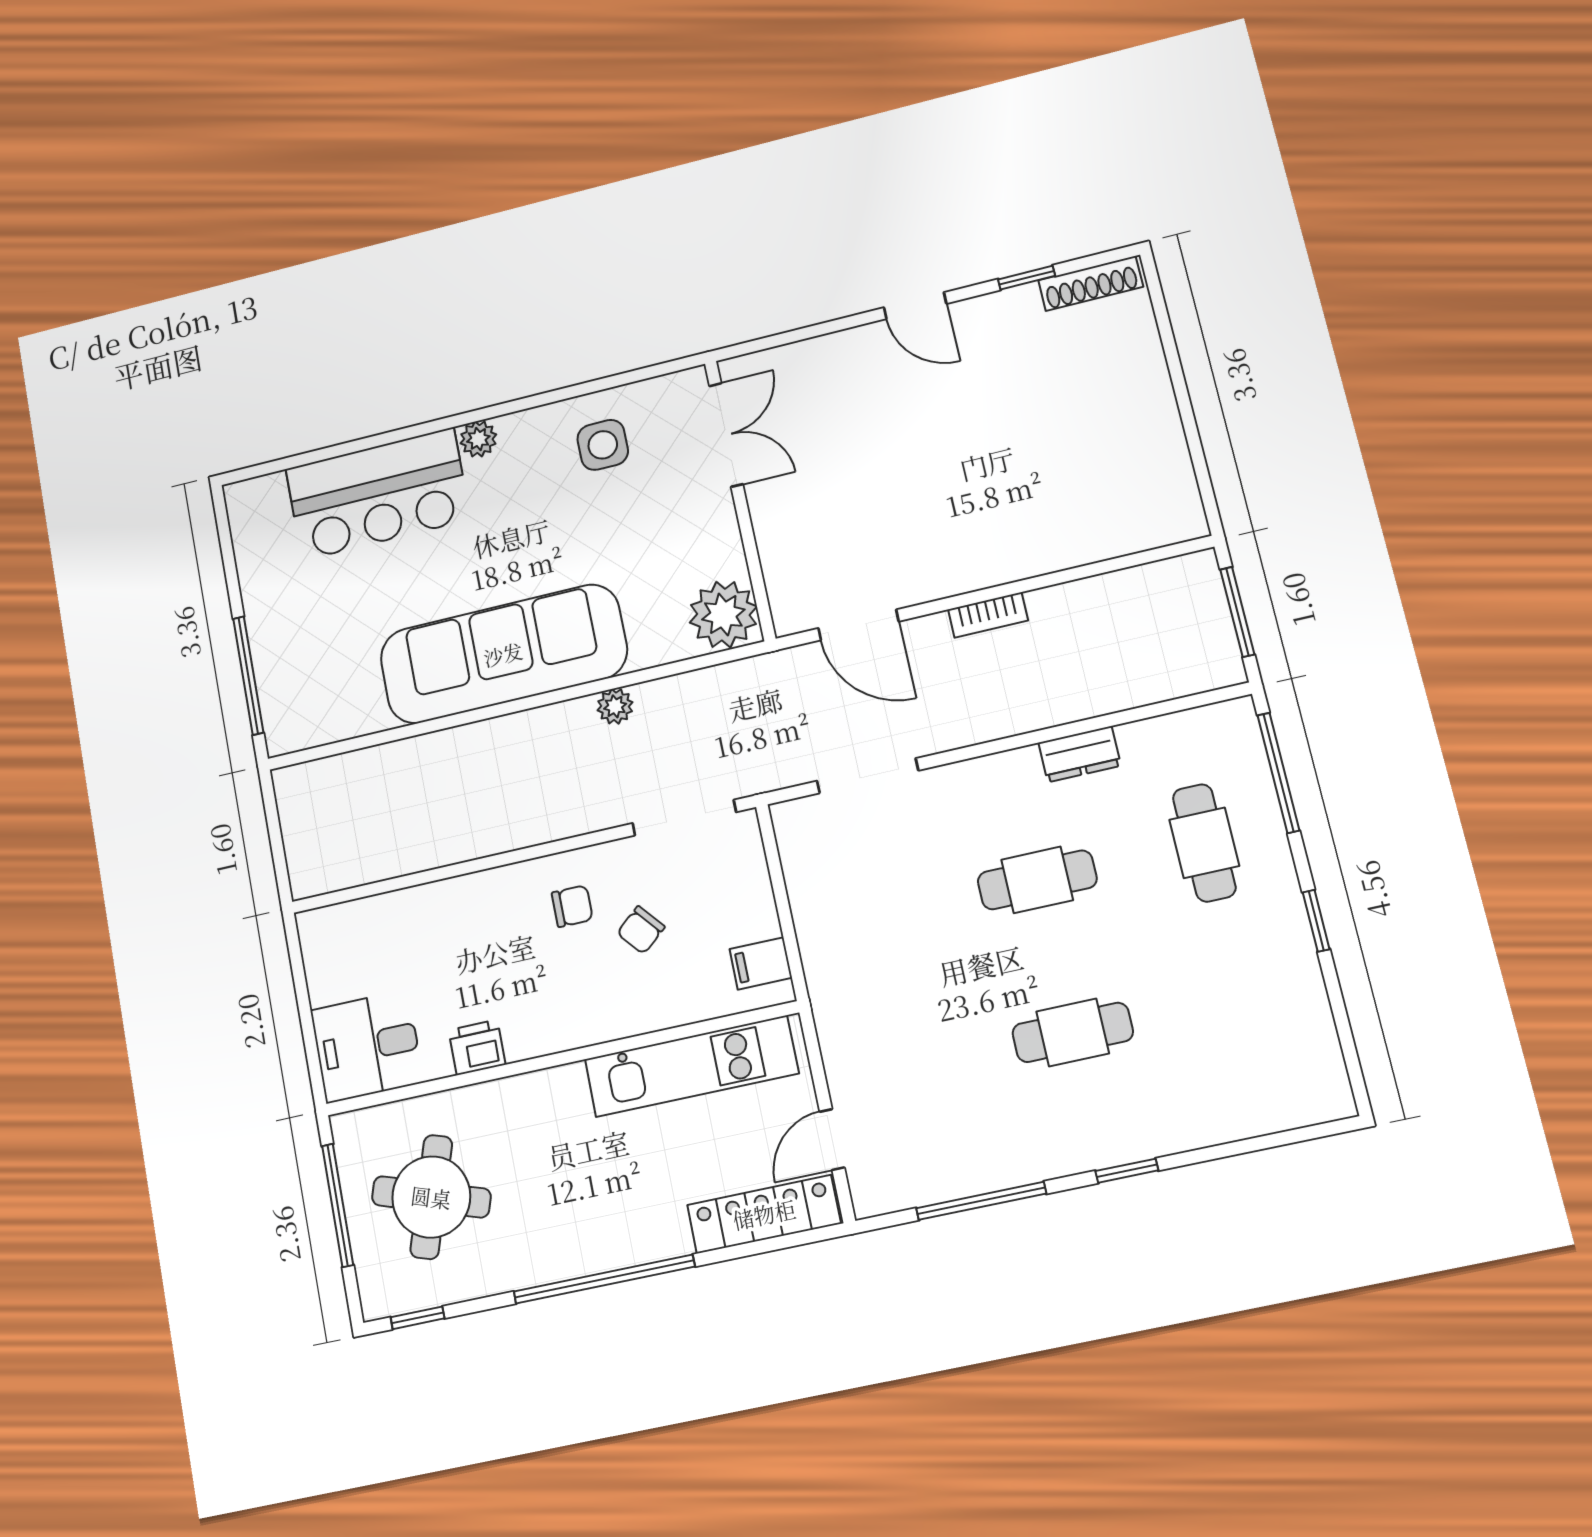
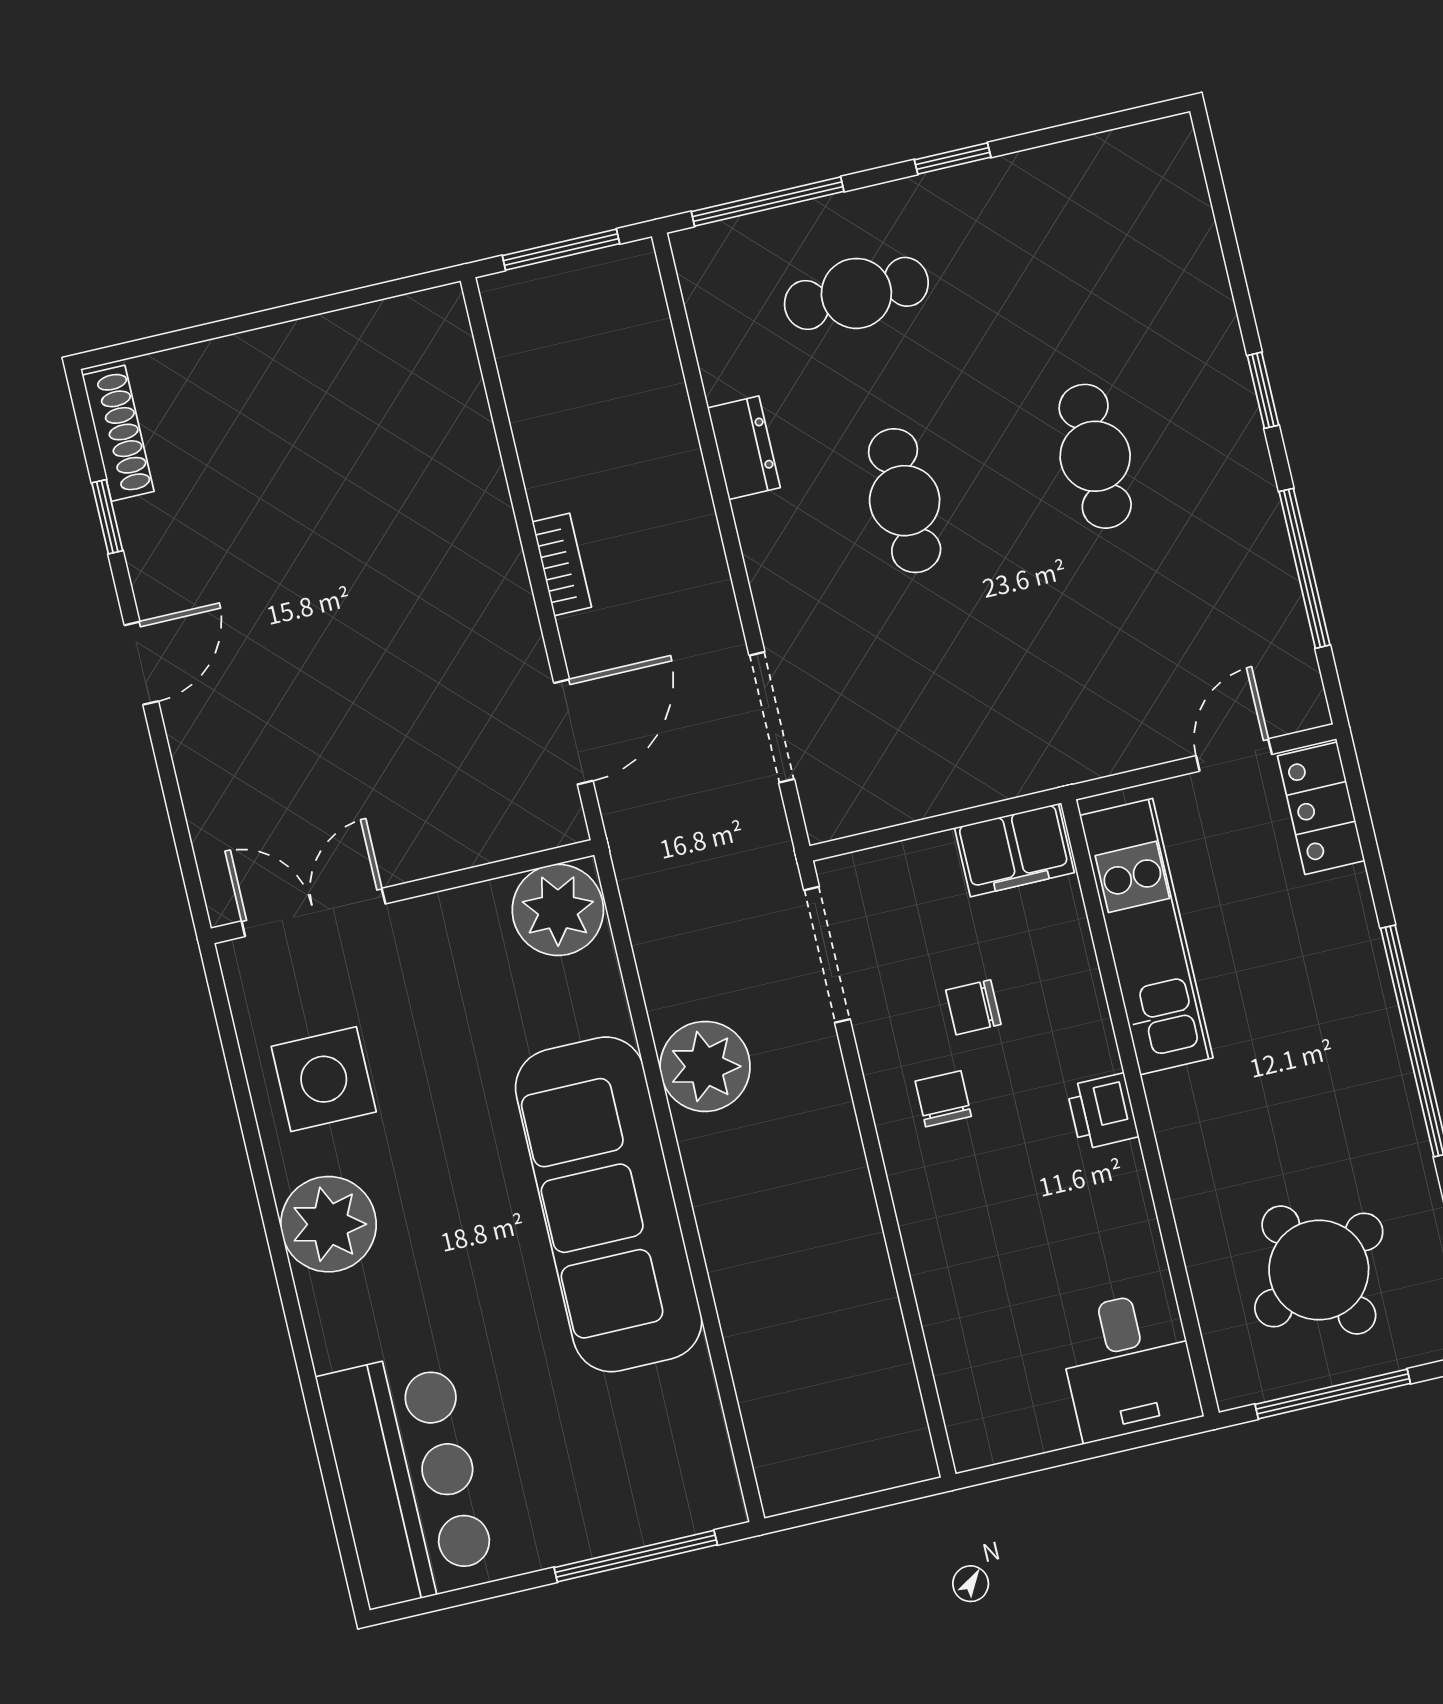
plant: (478, 439) -> (328, 1224), width x1.88, depth x1.88
side table: (603, 445) -> (324, 1079), width x1.37, depth x1.37
bar counter: (378, 494) -> (407, 1479), moved
plant: (615, 706) -> (705, 1066), width x1.88, depth x1.88
chair: (641, 930) -> (973, 1007), turned 130
filing cabinet: (761, 963) -> (1014, 850), width x2.00
printer: (477, 1047) -> (1103, 1111), moved
door: (832, 1140) -> (1234, 755), swing flipped
round table: (431, 1197) -> (1319, 1270), turned 45
locker: (764, 1214) -> (1321, 808), width x0.66

